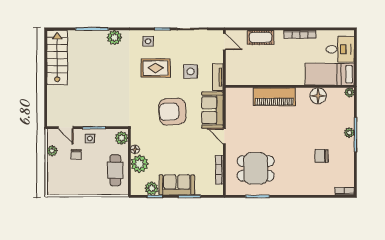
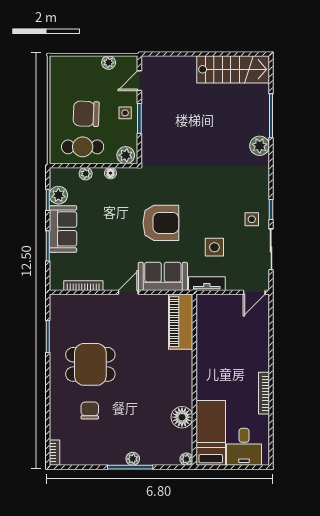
cot: (260, 37) -> (260, 340), removed
side table: (148, 41) -> (252, 219), moved
rug: (156, 68) -> (219, 201), removed
piano: (274, 97) -> (181, 322), moved
armchair: (172, 112) -> (161, 223), turned 93
chair: (76, 154) -> (86, 114), moved, width x1.87, depth x1.87
chair: (322, 156) -> (90, 410), moved
plant: (140, 164) -> (86, 174), width x0.53, depth x0.53
dining table: (256, 168) -> (90, 364), moved, turned 90

